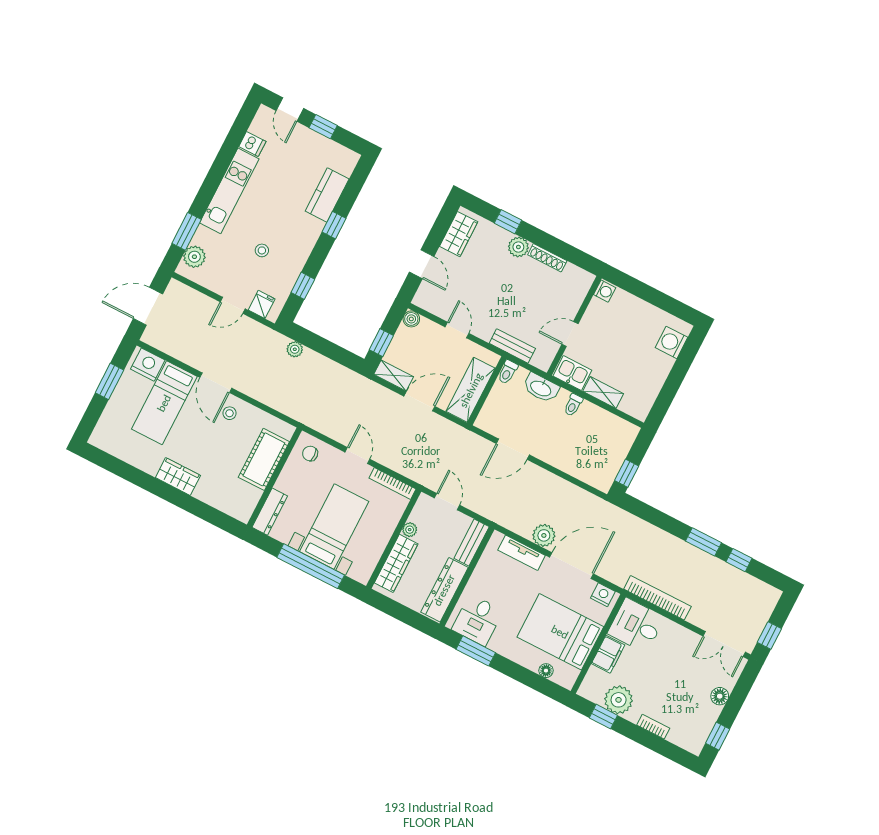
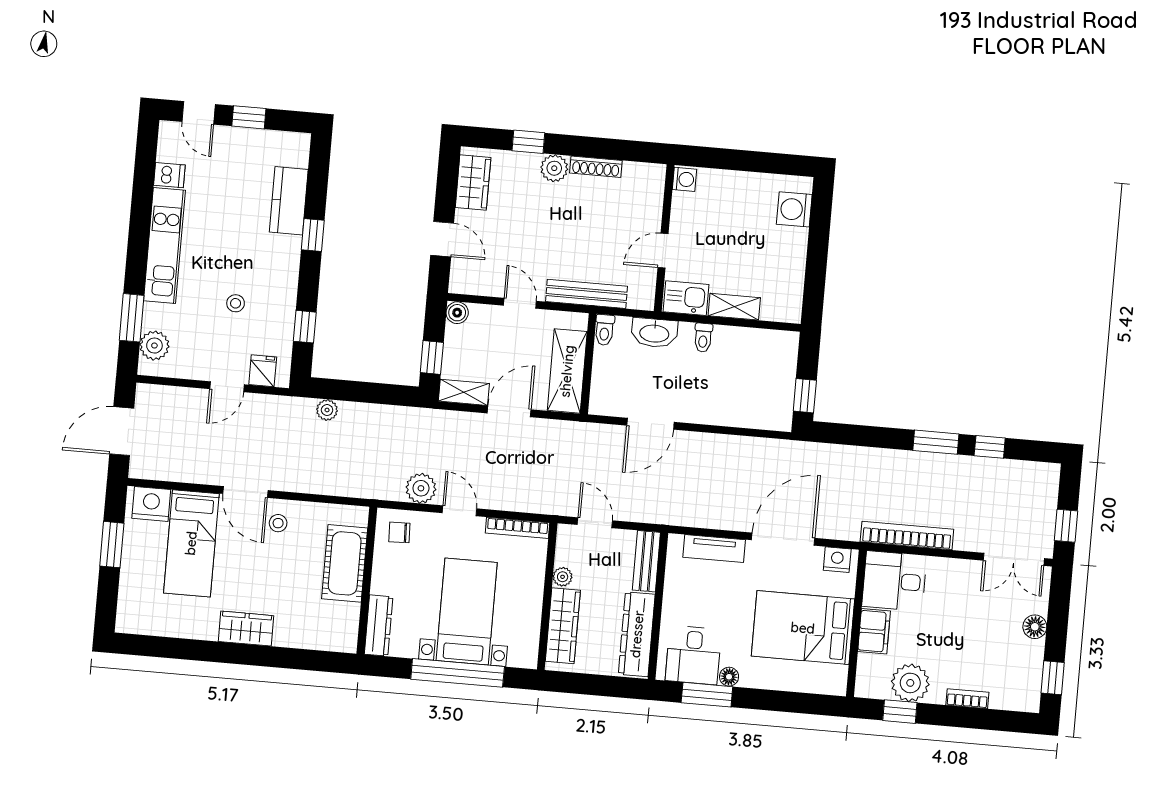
bench: (512, 346) -> (586, 294), width x1.36
plant: (544, 535) -> (421, 488), moved
floor lamp: (546, 671) -> (729, 677), moved

